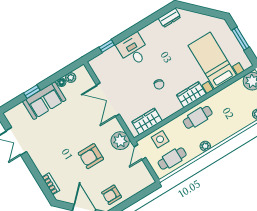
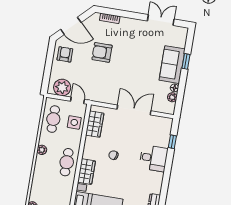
plant: (120, 141) -> (62, 87), moved
armchair: (91, 156) -> (102, 52), moved, turned -90

